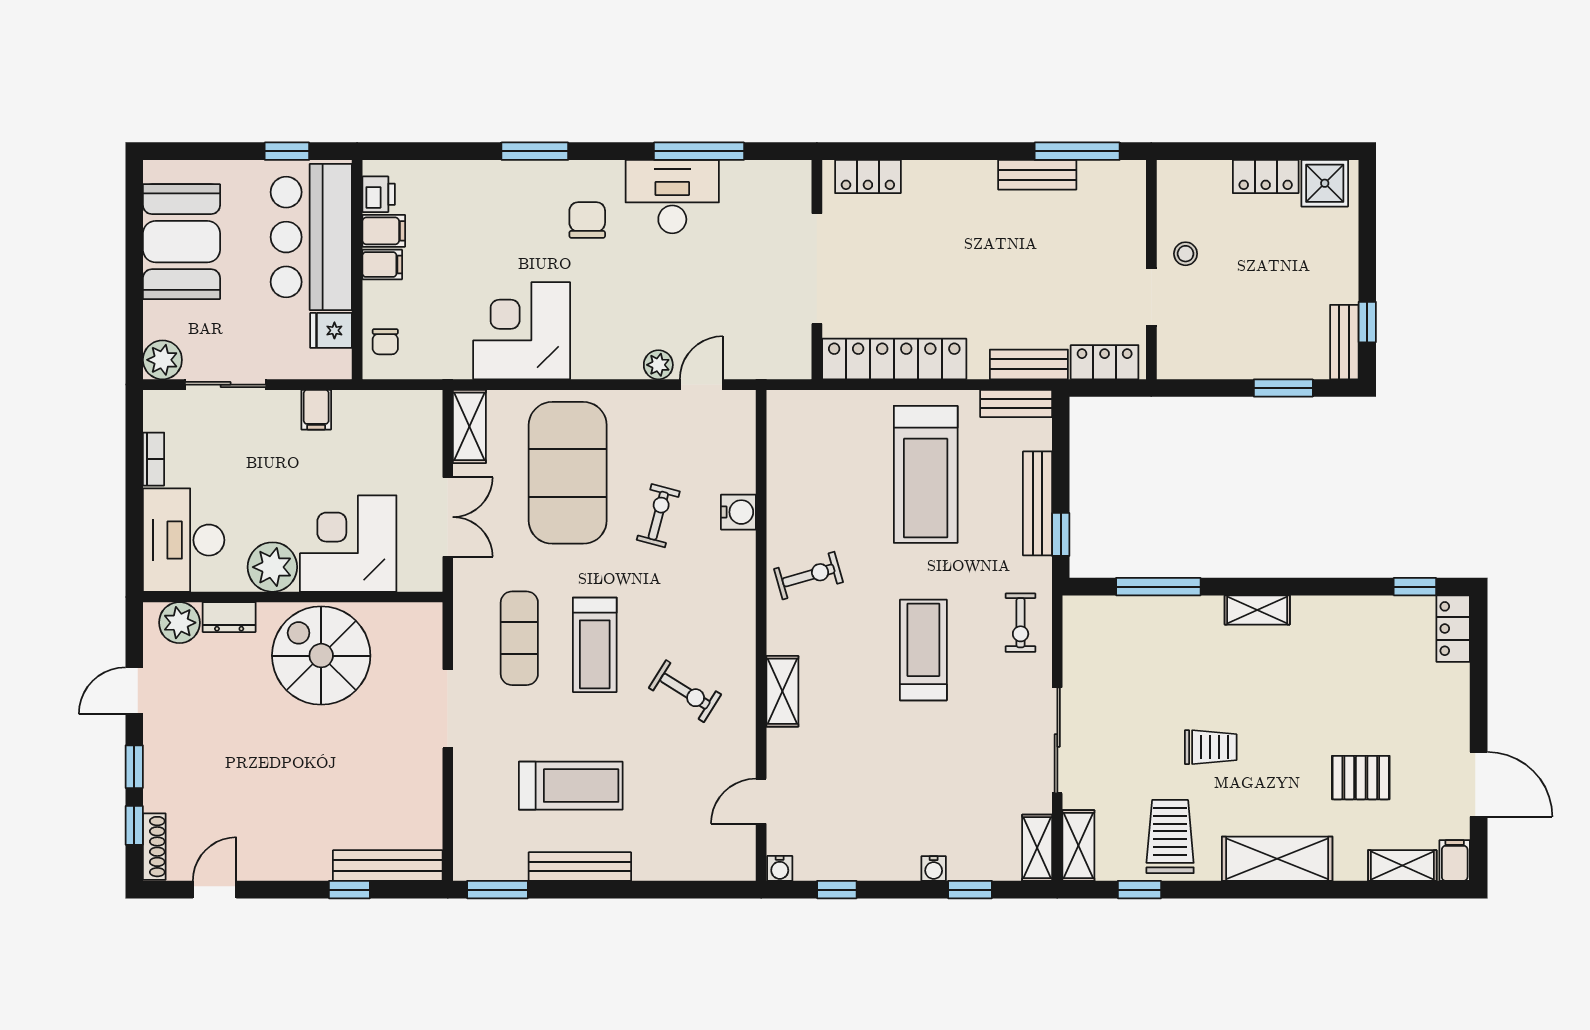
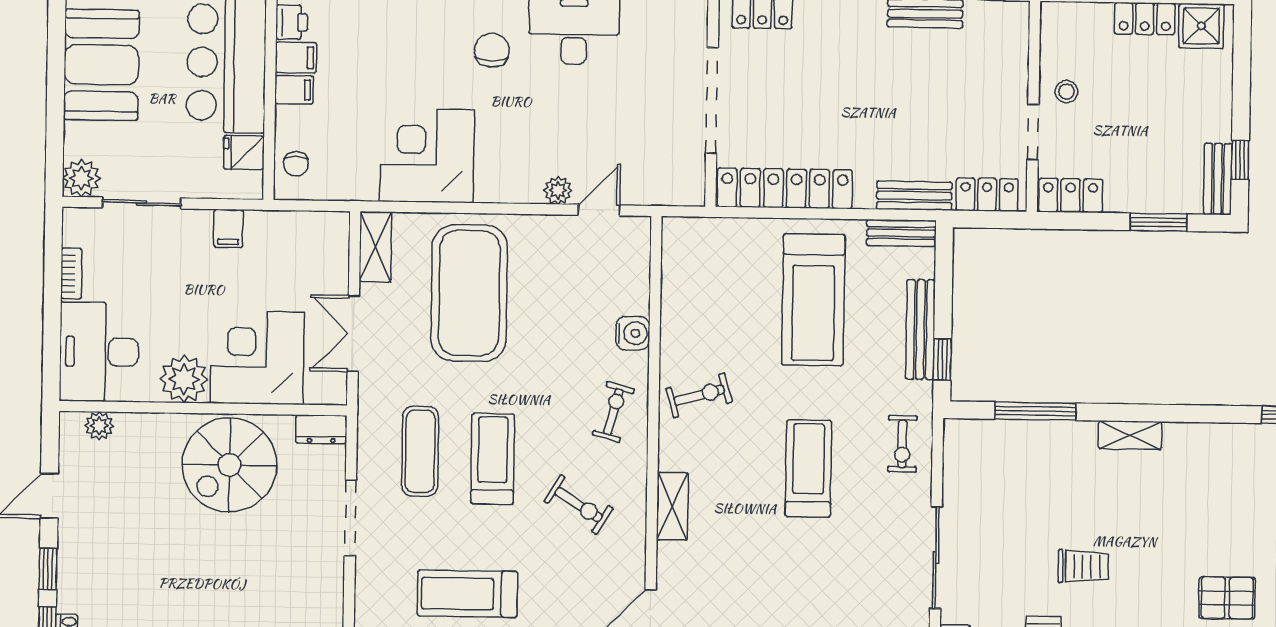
locker: (1191, 362) -> (1071, 196), added
exercise bike: (658, 516) -> (613, 412), moved
double door: (448, 517) -> (353, 334), swing flipped
dresser: (229, 617) -> (321, 429), moved
plant: (179, 623) -> (99, 426), width x0.73, depth x0.73
treadmill: (595, 645) -> (493, 459), turned 180
spiral stairs: (321, 656) -> (229, 465), turned -90
treadmill: (571, 786) -> (467, 594), turned 180

